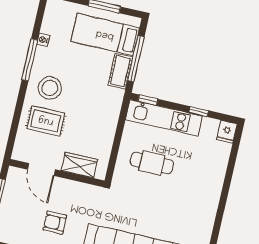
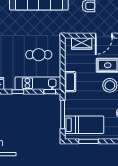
cot: (120, 71) -> (70, 82), moved
door: (41, 169) -> (104, 36), swing flipped

